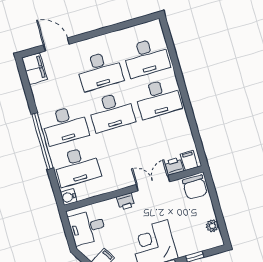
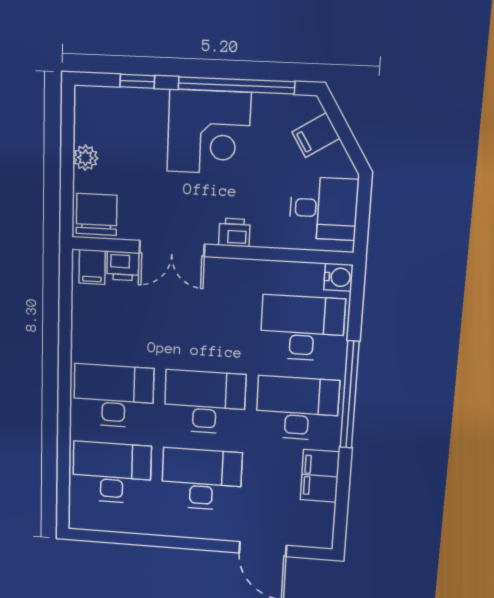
filing cabinet: (34, 69) -> (320, 476), moved
plant: (212, 226) -> (85, 158), moved

